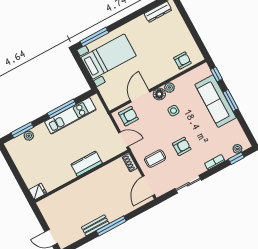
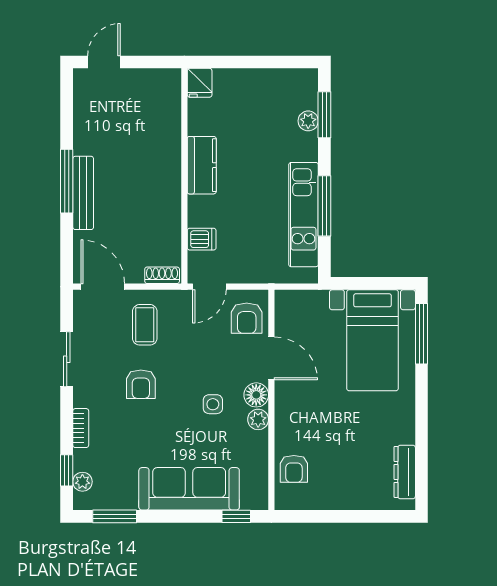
window: (231, 100) -> (115, 516), moved
dishwasher: (105, 154) -> (202, 239), added
kitchen counter: (87, 164) -> (202, 165), moved
bench: (95, 225) -> (83, 193), moved, width x1.36

